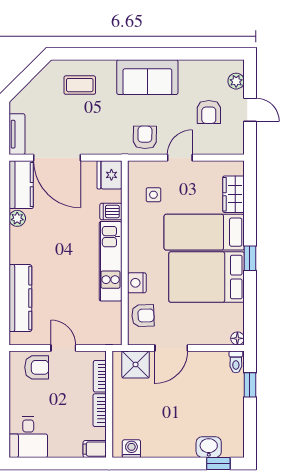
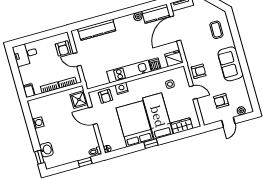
door: (63, 348) -> (77, 59), swing flipped
washing machine: (131, 449) -> (38, 123), moved

